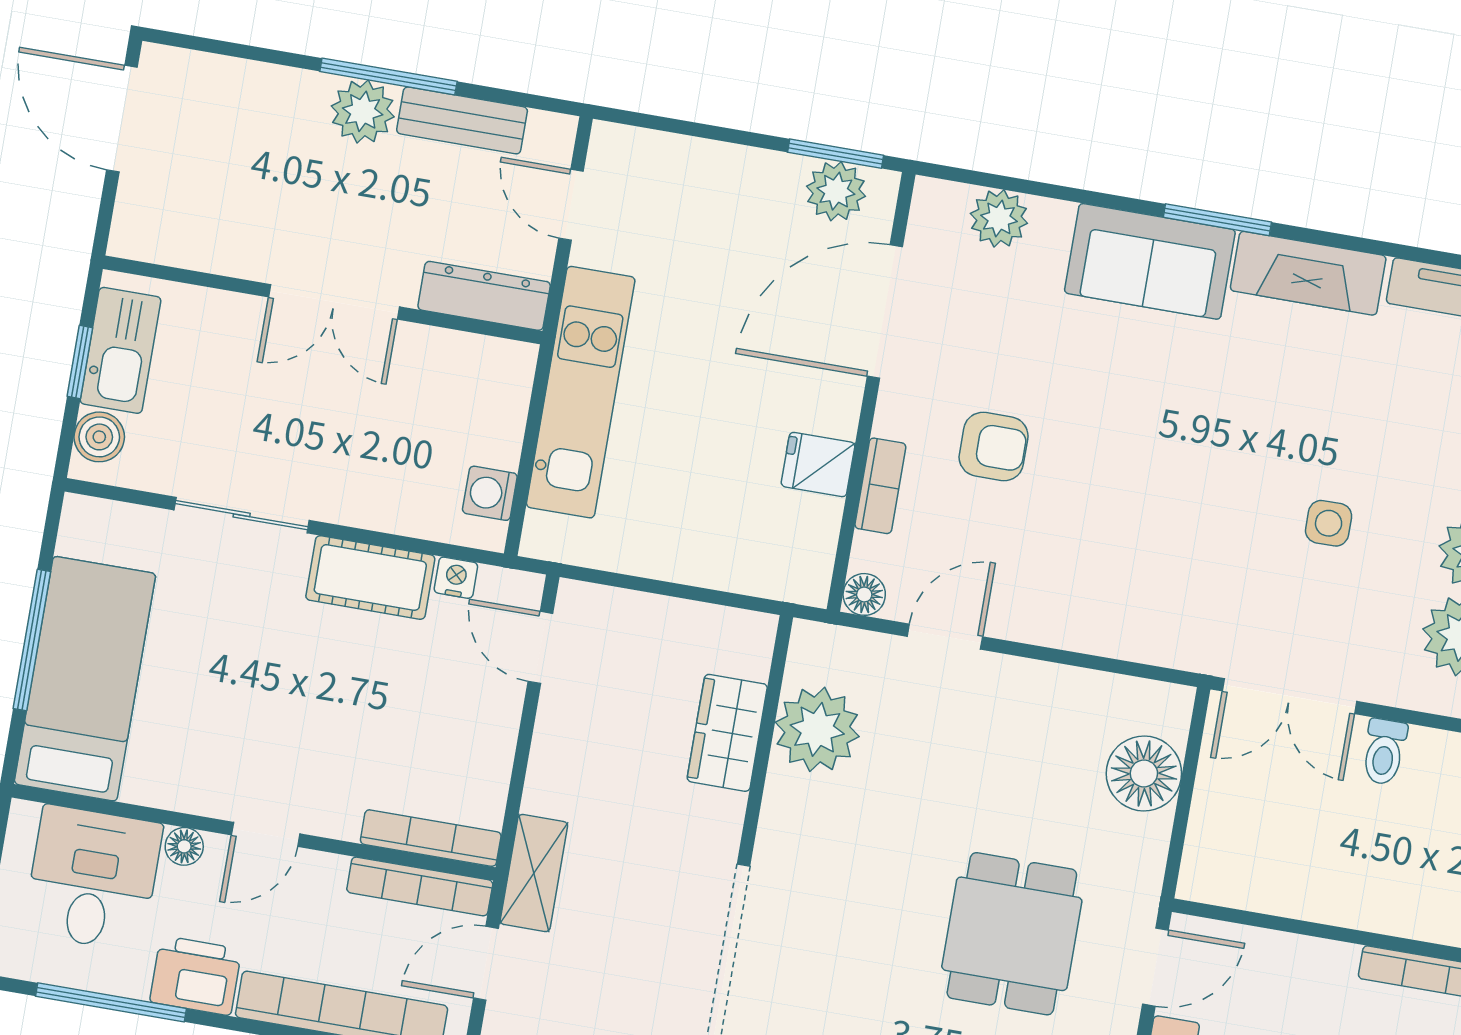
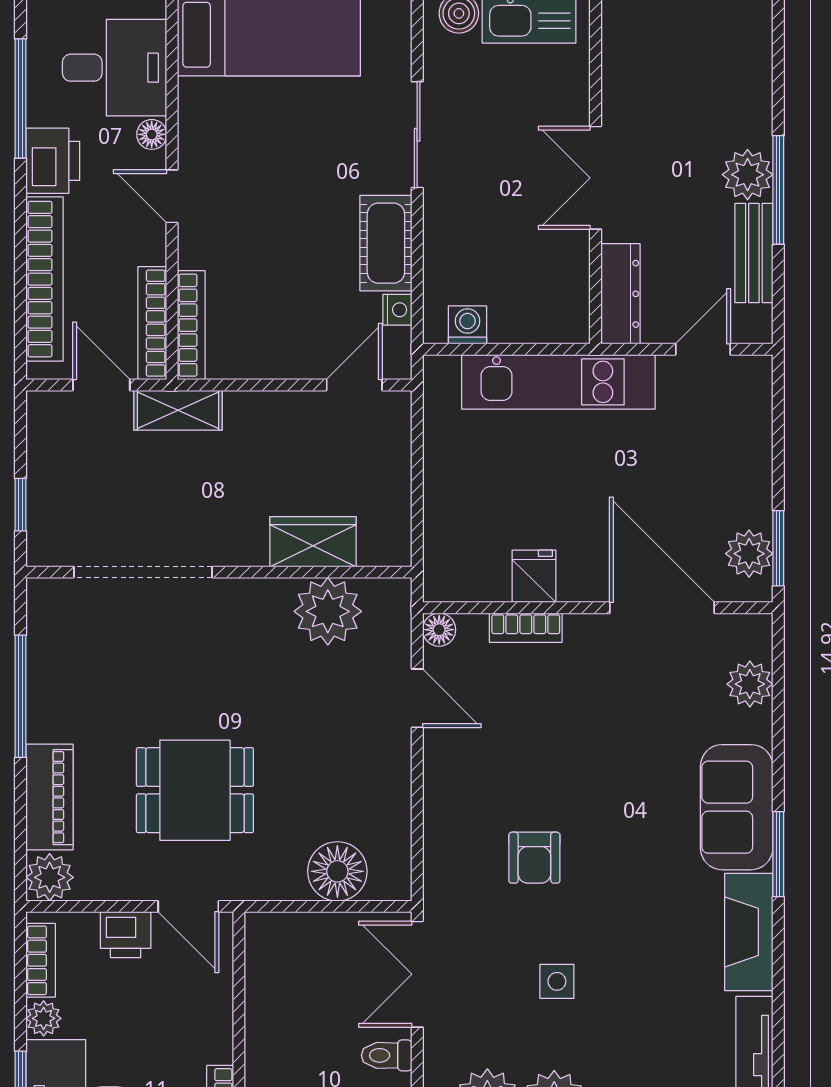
armchair: (994, 446) -> (534, 858), moved

